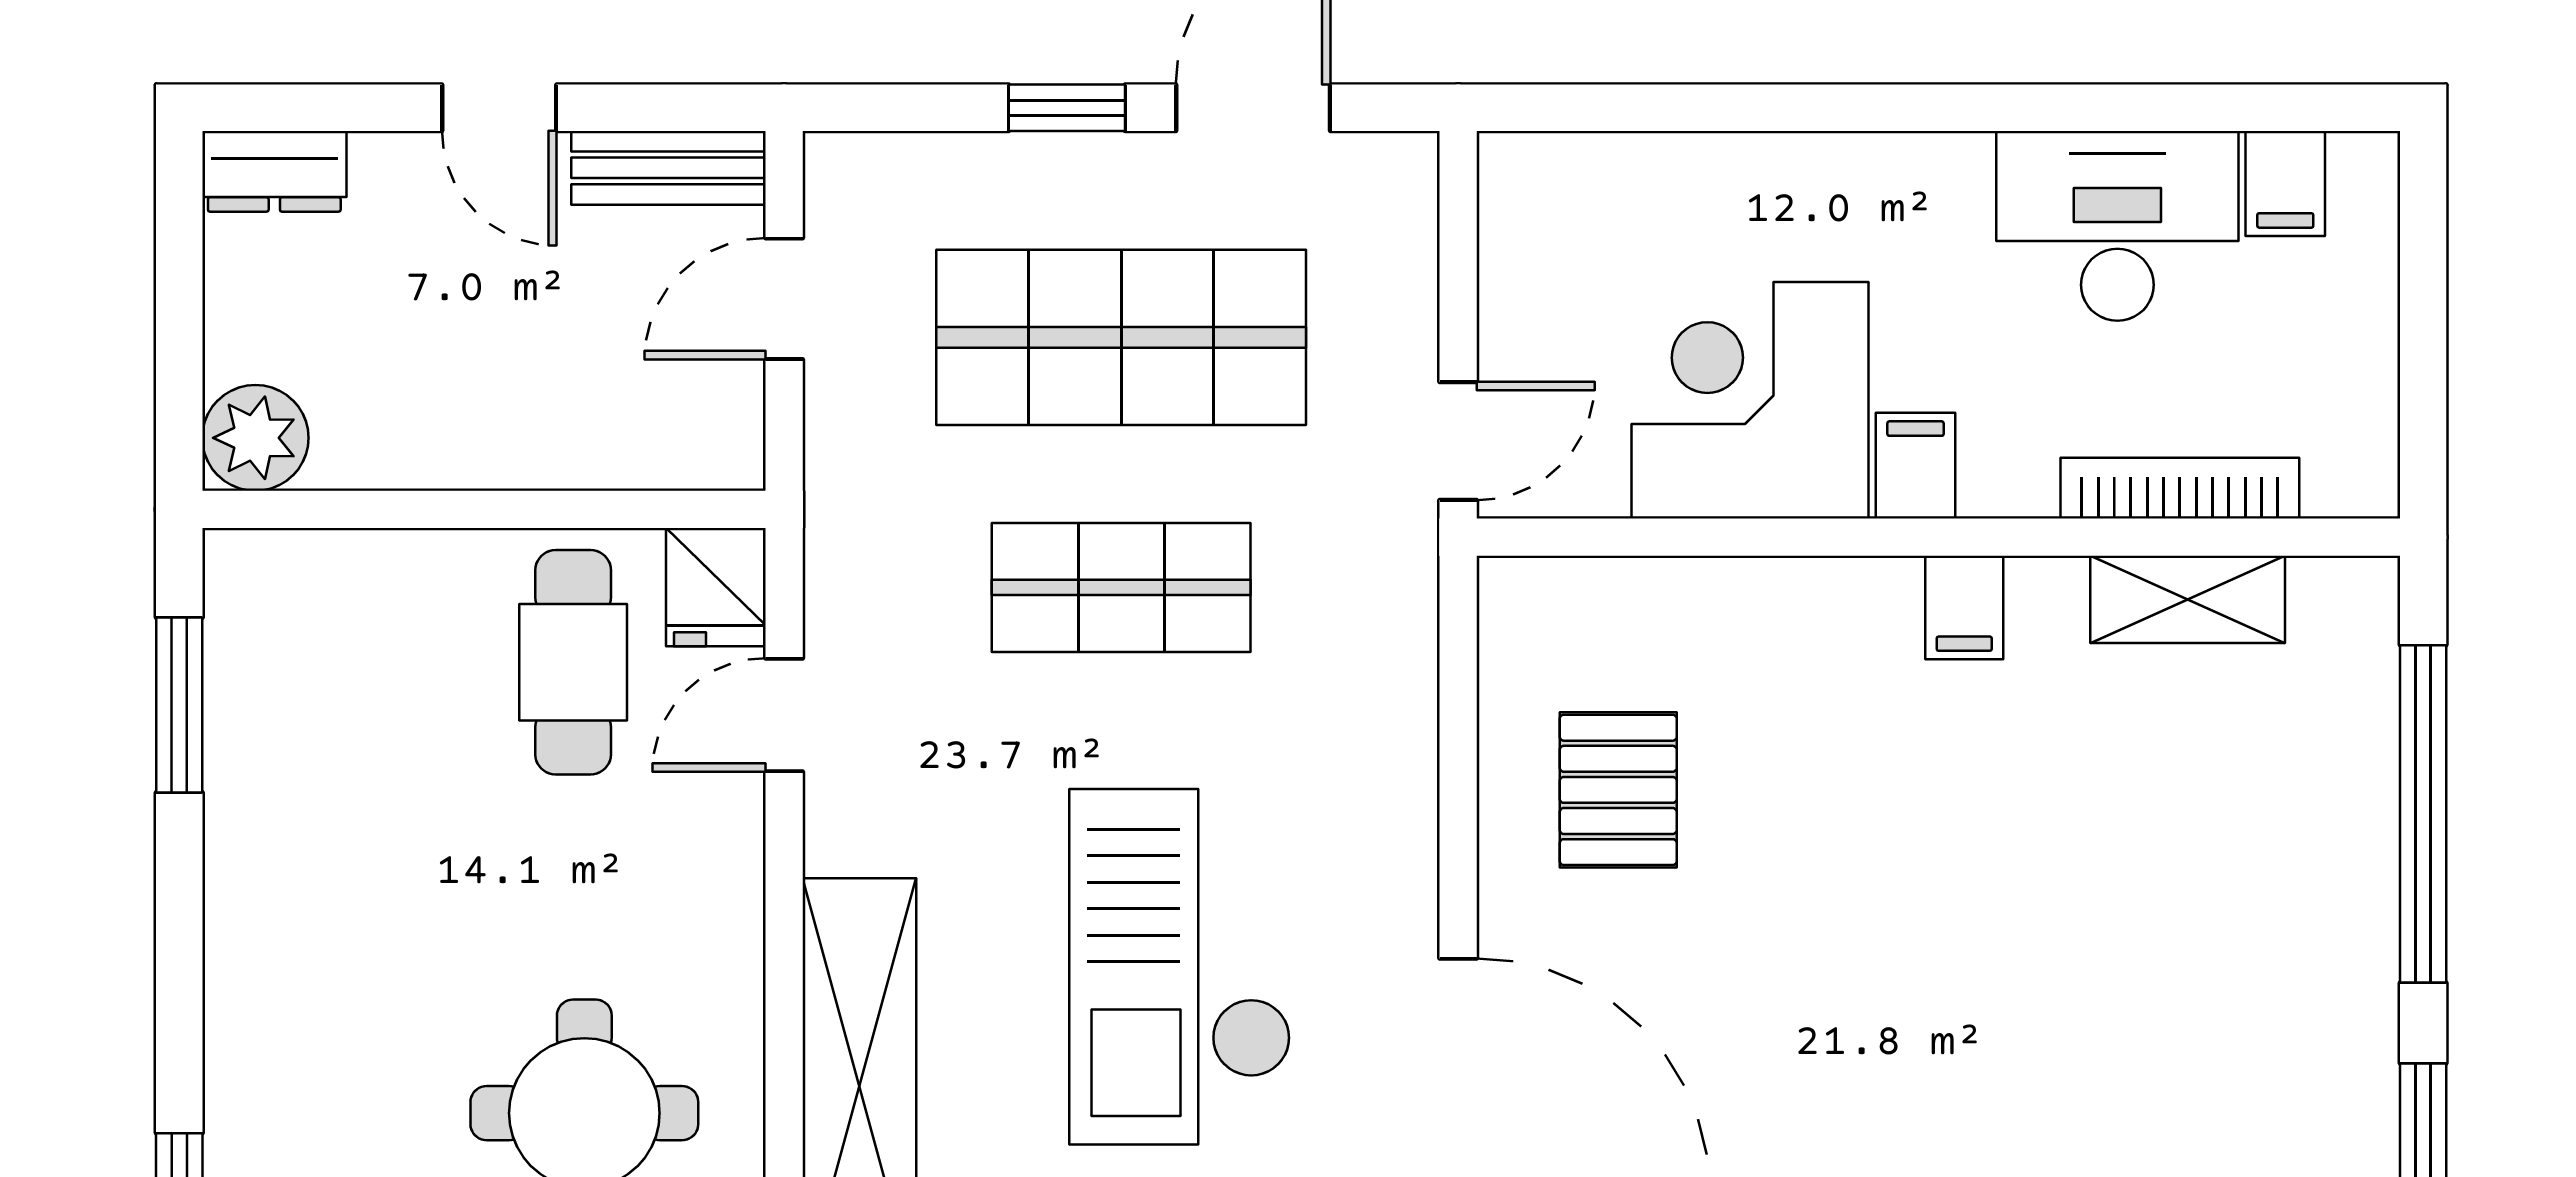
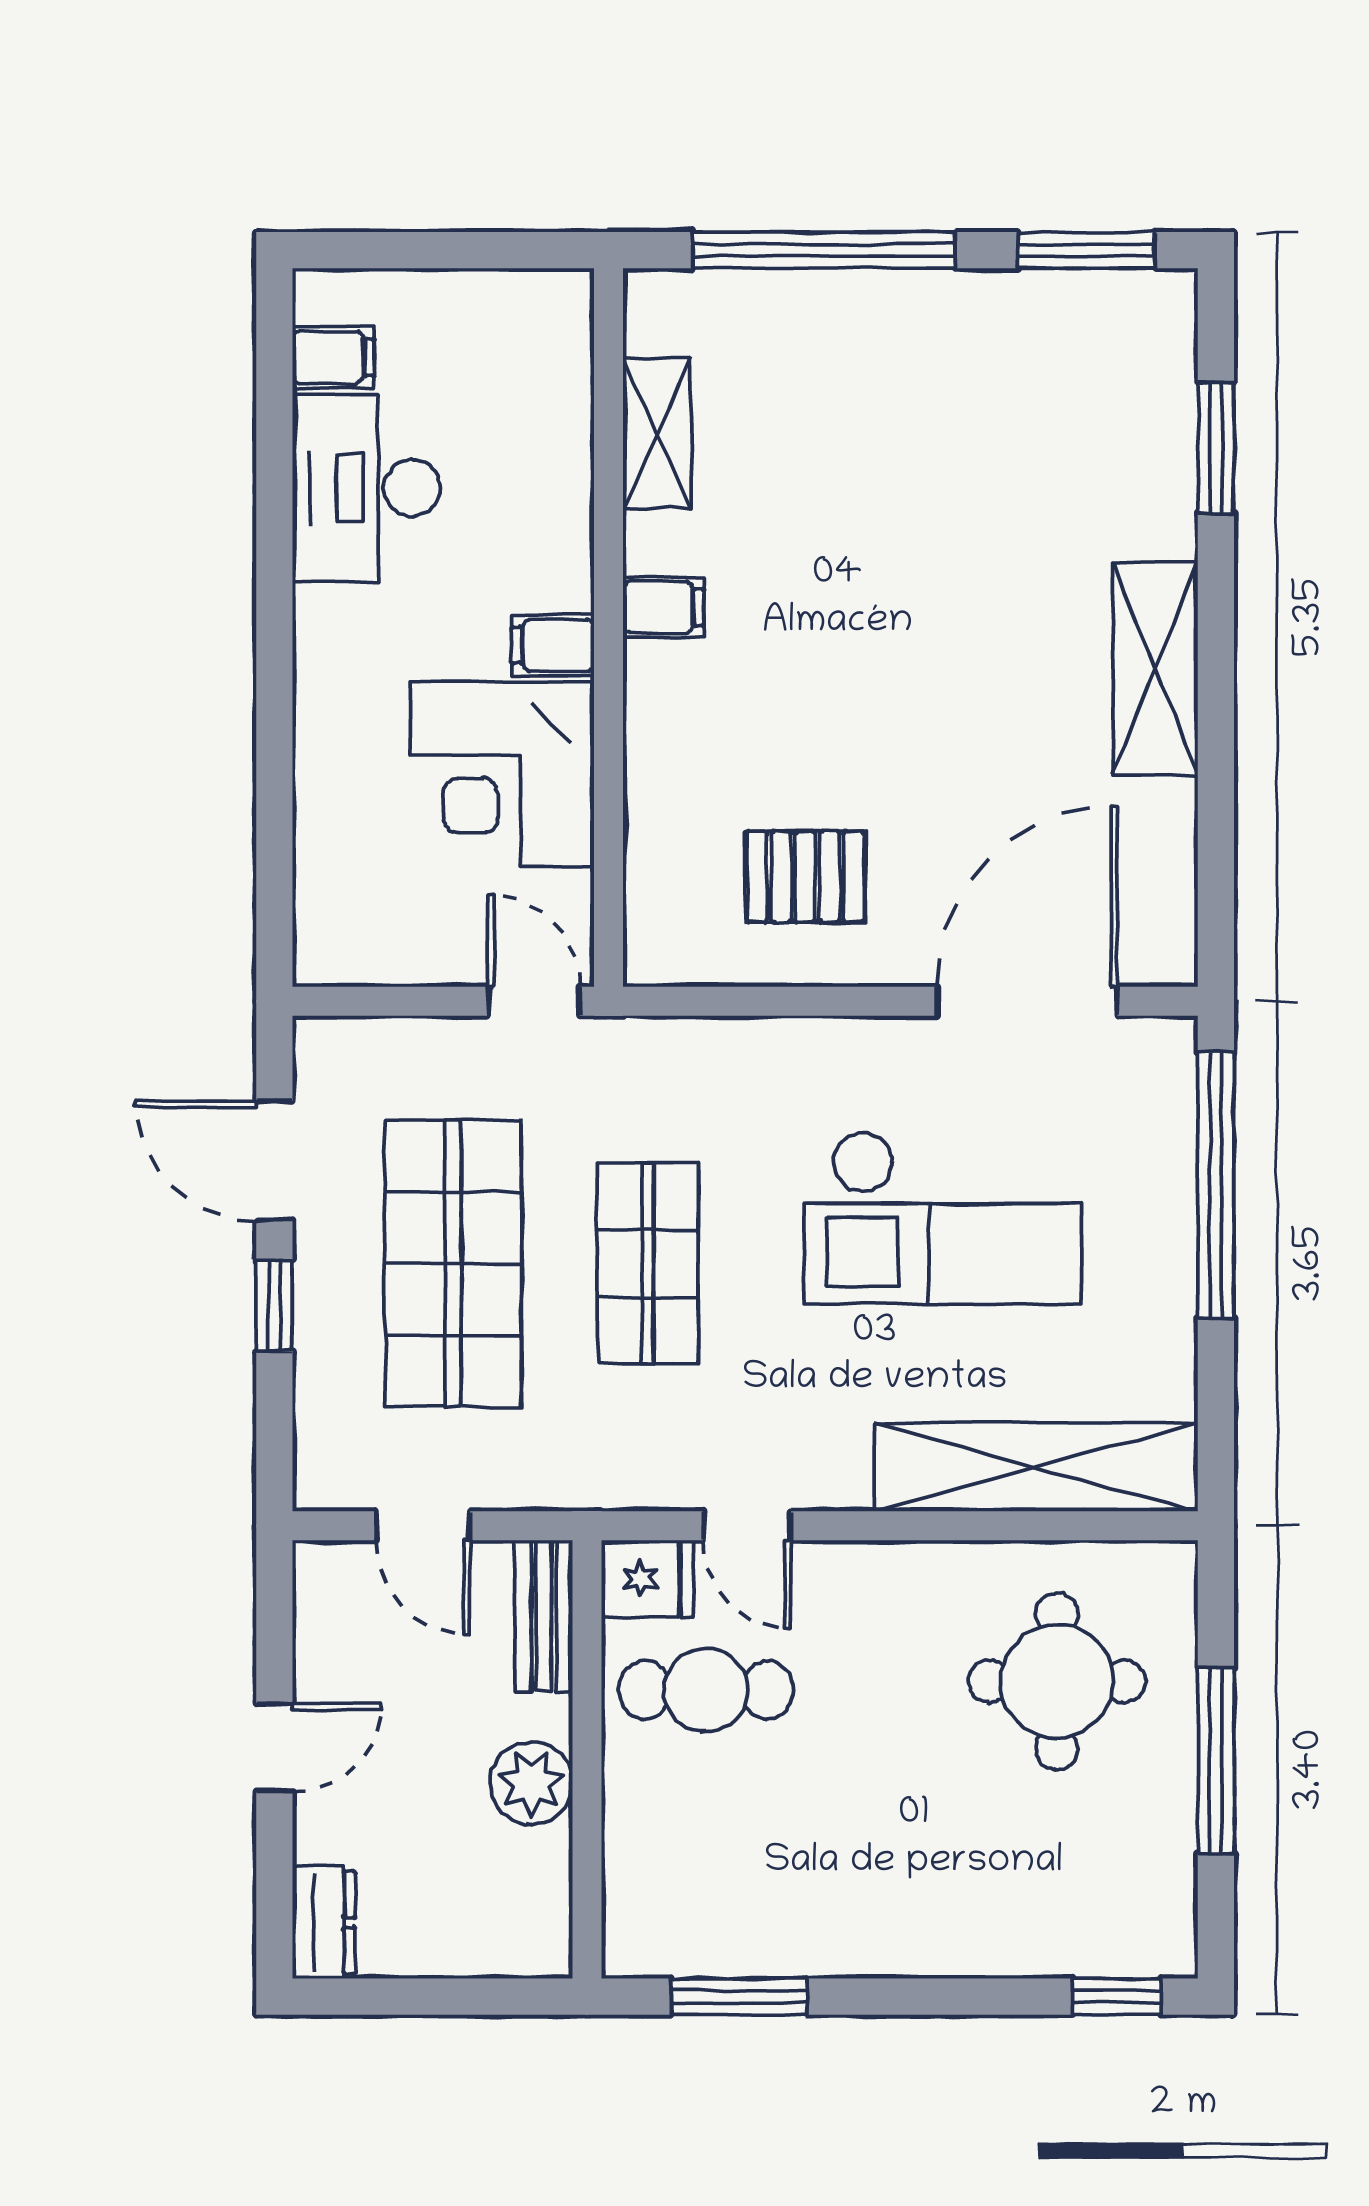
bench: (669, 168) -> (544, 1616), moved
plant: (255, 438) -> (531, 1783), moved
bookcase: (2180, 488) -> (570, 439), removed

